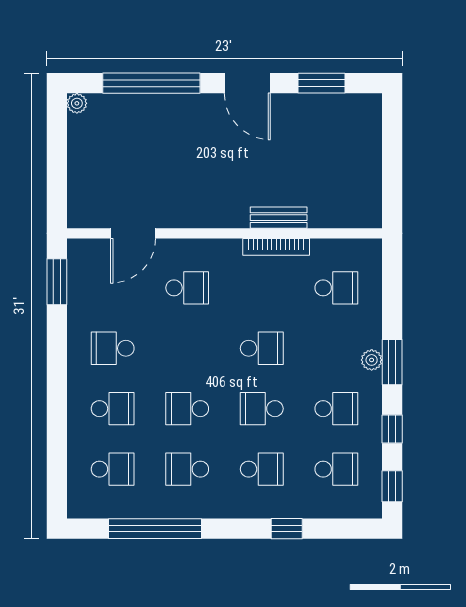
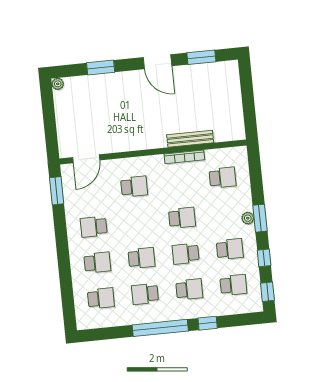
window: (151, 83) -> (101, 67), width x0.47
bench: (279, 218) -> (190, 139), width x1.36
door: (133, 233) -> (86, 159), moved
school desk: (187, 409) -> (141, 258), turned 180
window: (155, 529) -> (160, 328), moved

